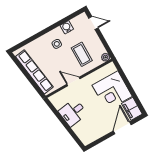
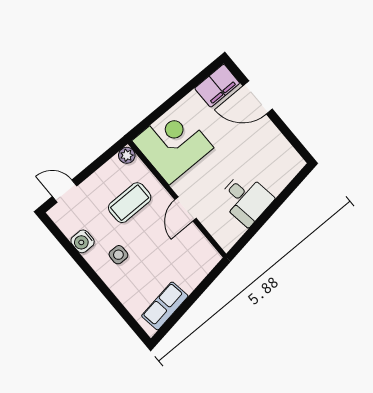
door: (93, 23) -> (65, 191), hinge flipped
row of seats: (34, 72) -> (165, 306), width x0.50
corner desk: (112, 91) -> (173, 144), moved, turned -90

